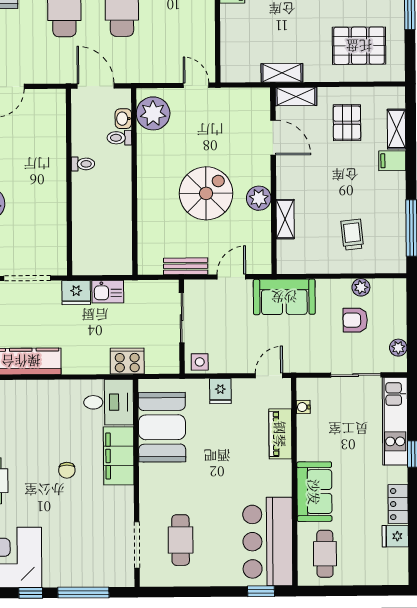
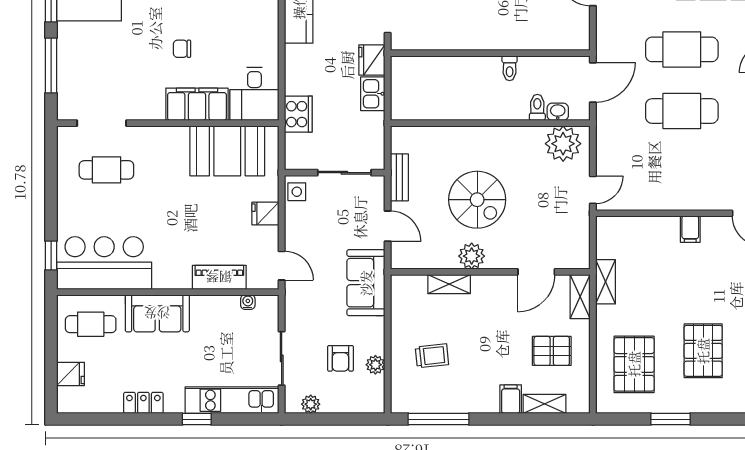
armchair: (355, 320) -> (340, 358), turned 180
fridge: (395, 536) -> (71, 374), moved, turned 90

